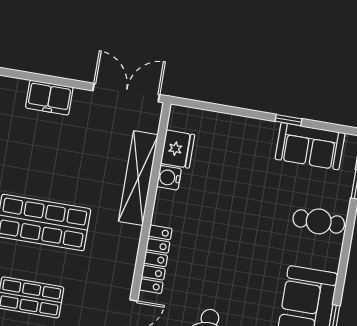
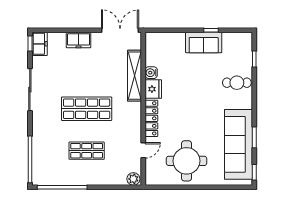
sofa: (310, 146) -> (204, 42), moved
fridge: (178, 149) -> (153, 89), moved

